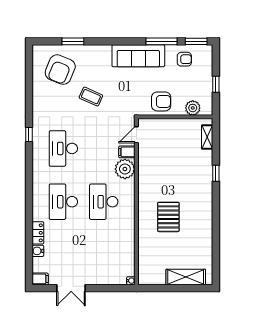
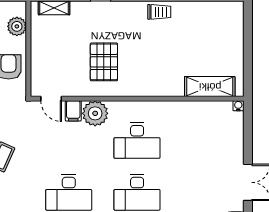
pallet: (168, 217) -> (104, 62), moved, turned 90
trolley: (204, 219) -> (159, 12), added
shelving: (186, 277) -> (210, 87), moved, turned 90

